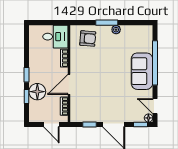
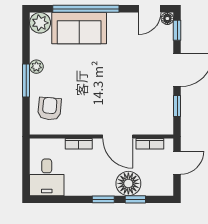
plant: (146, 32) -> (40, 23), added
desk: (55, 37) -> (47, 177), moved, turned 180
sofa: (142, 71) -> (79, 28), moved

